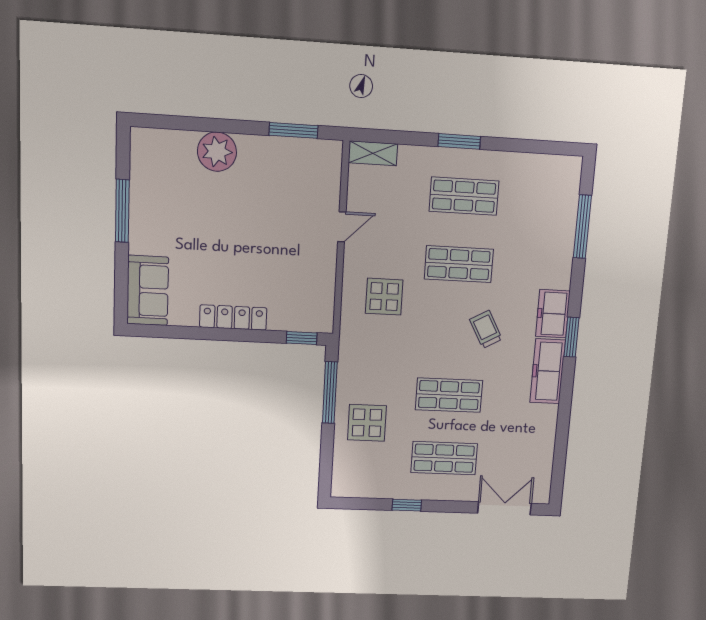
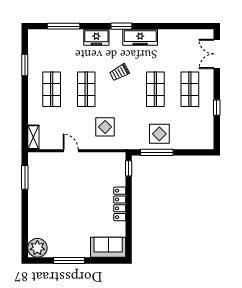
window: (459, 141) -> (25, 65), moved
plant: (217, 152) -> (37, 248), moved
freezer: (553, 314) -> (96, 37), moved
display table: (367, 423) -> (159, 134), moved

